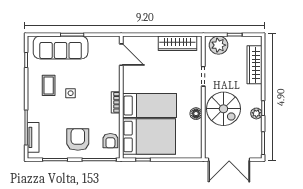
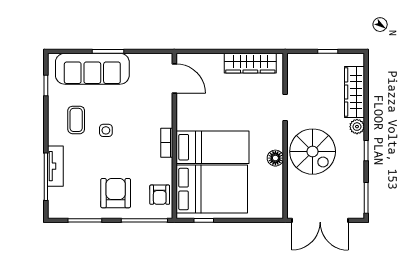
plant: (219, 45) -> (306, 65), removed
plant: (256, 113) -> (357, 127), moved
tv unit: (33, 137) -> (55, 166), moved

